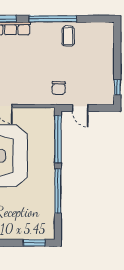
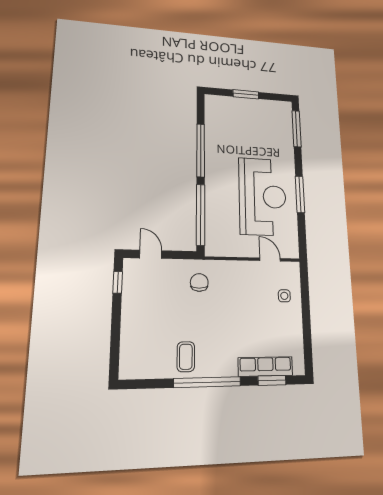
door: (80, 108) -> (151, 254), moved
window: (34, 243) -> (246, 94), moved

